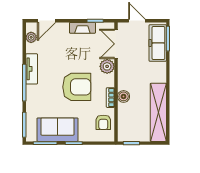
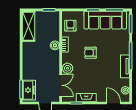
door: (46, 21) -> (114, 103), hinge flipped
freezer: (158, 43) -> (29, 90), width x0.71
armchair: (77, 87) -> (91, 53), width x0.53, depth x0.53
shelving: (158, 112) -> (28, 26), width x0.68
sofa: (57, 130) -> (105, 20), width x1.36

